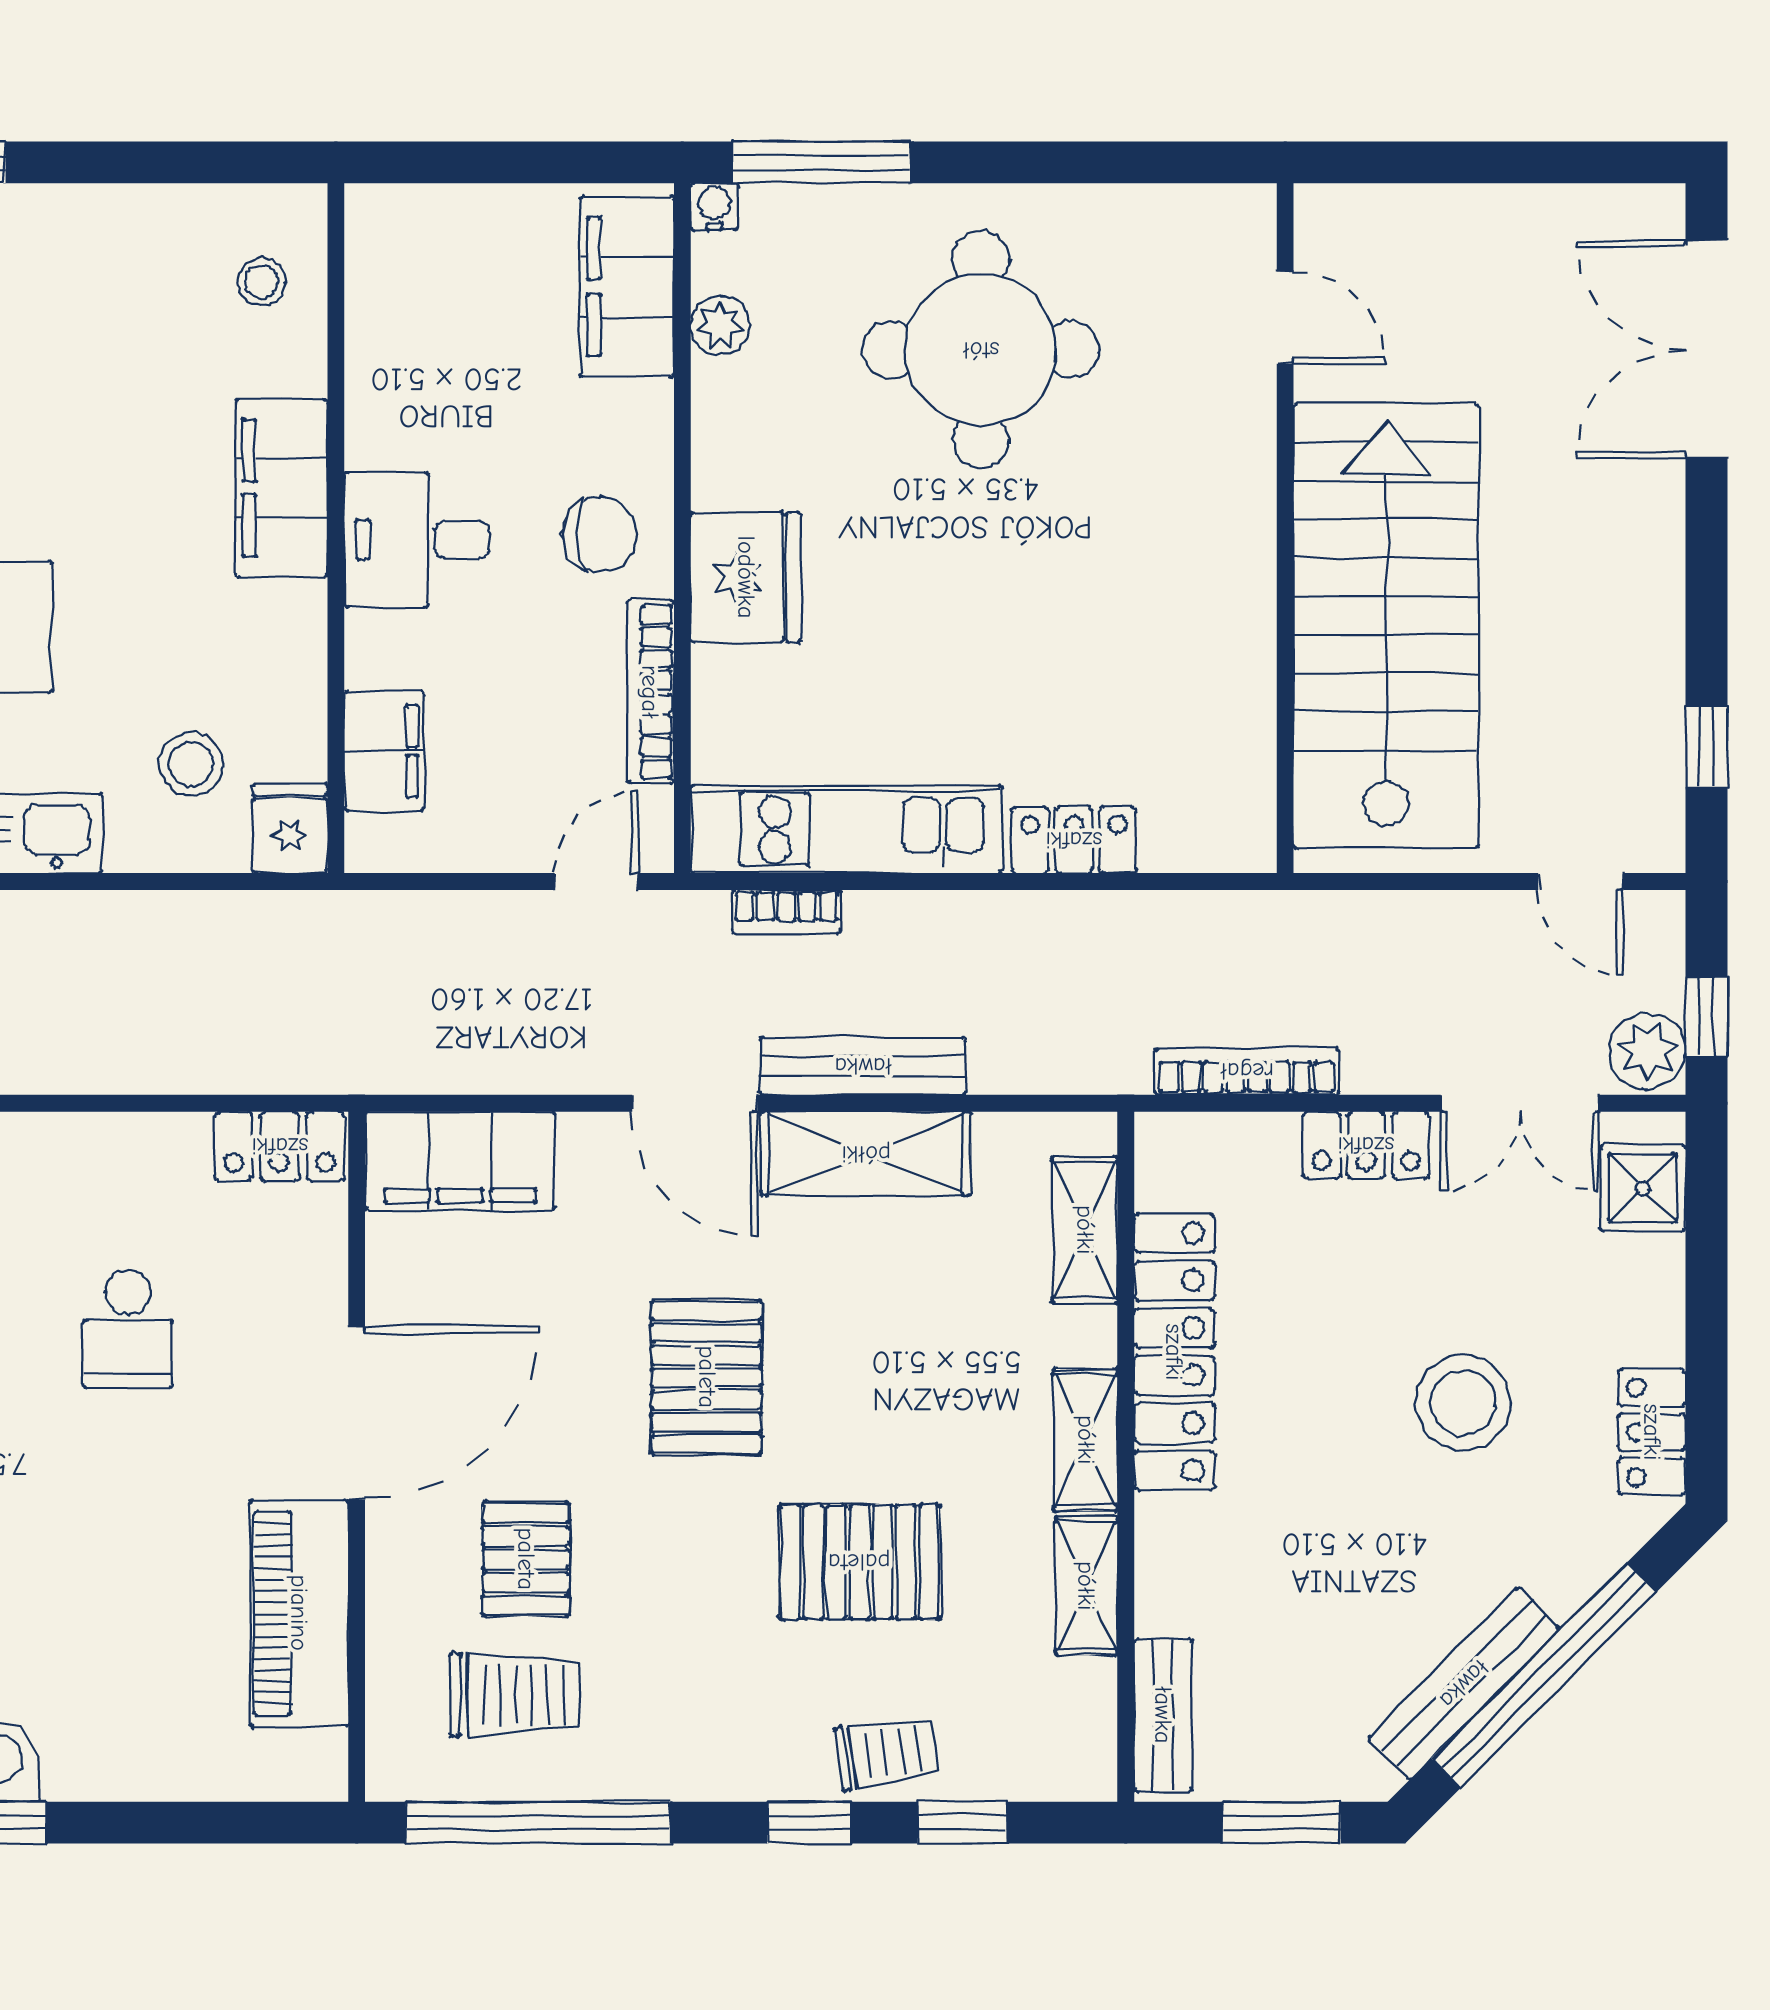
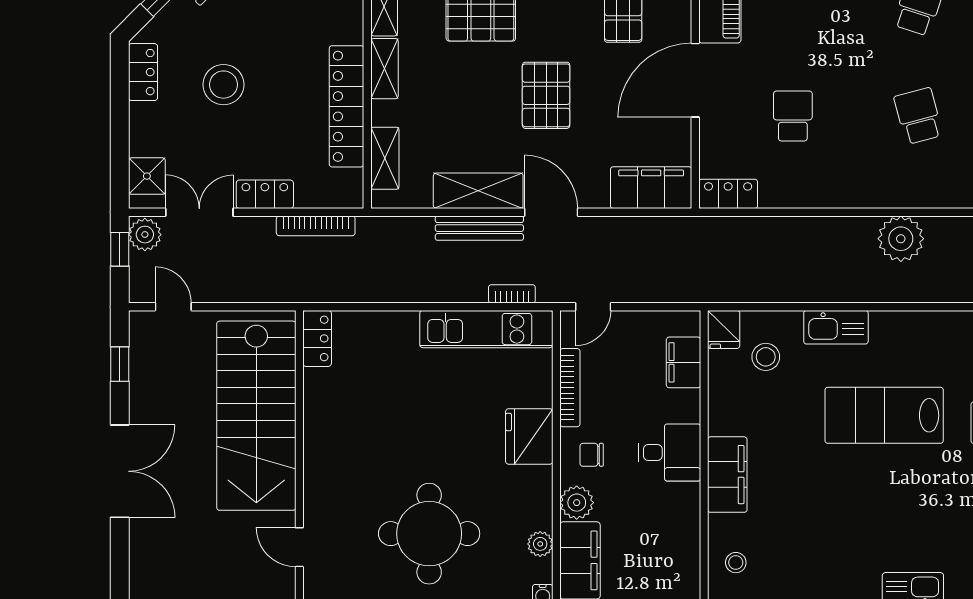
double door: (1706, 349) -> (120, 471), moved
plant: (635, 422) -> (577, 503), added
chair: (600, 534) -> (592, 455), width x0.73, depth x0.73
locker: (1074, 840) -> (317, 338), moved, turned -90

